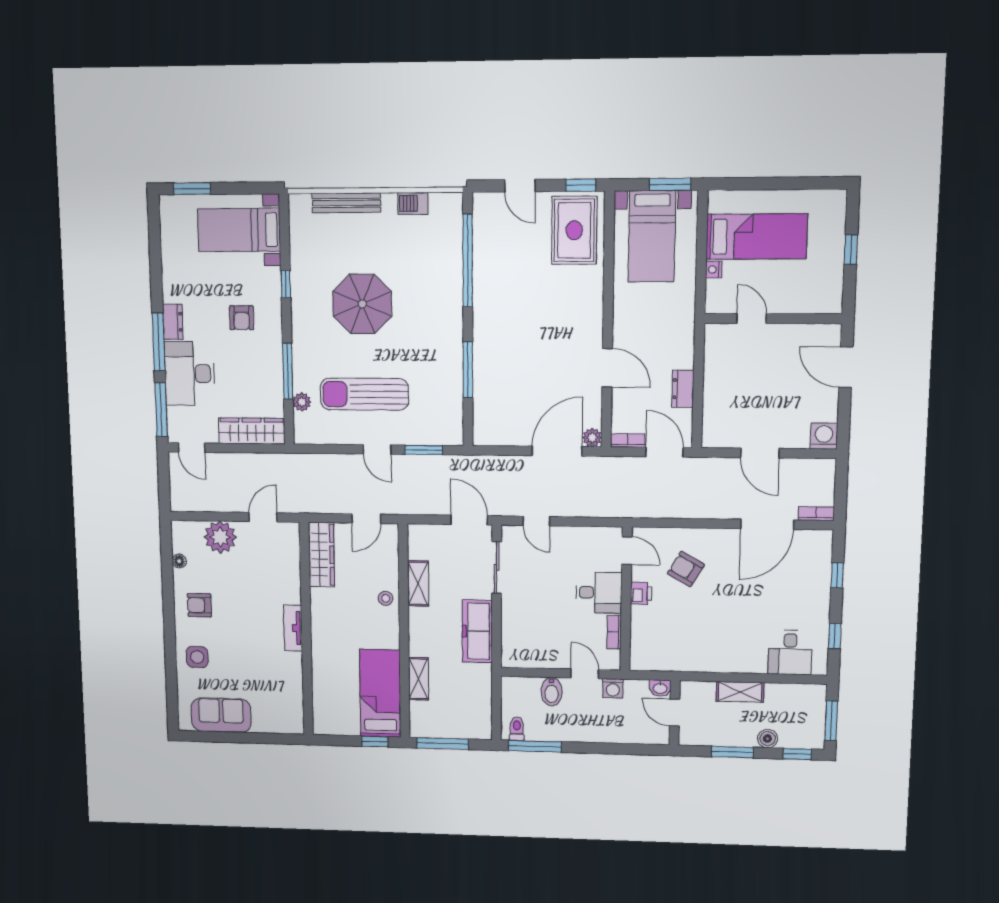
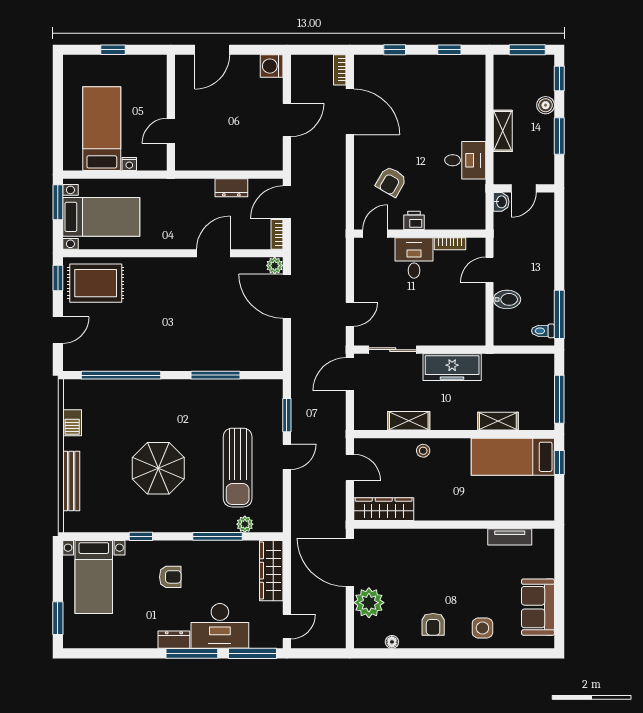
door: (263, 517) -> (350, 562), width x1.88
tv unit: (293, 628) -> (510, 537), moved
desk: (790, 652) -> (465, 160), moved
washing machine: (613, 688) -> (502, 244), removed

